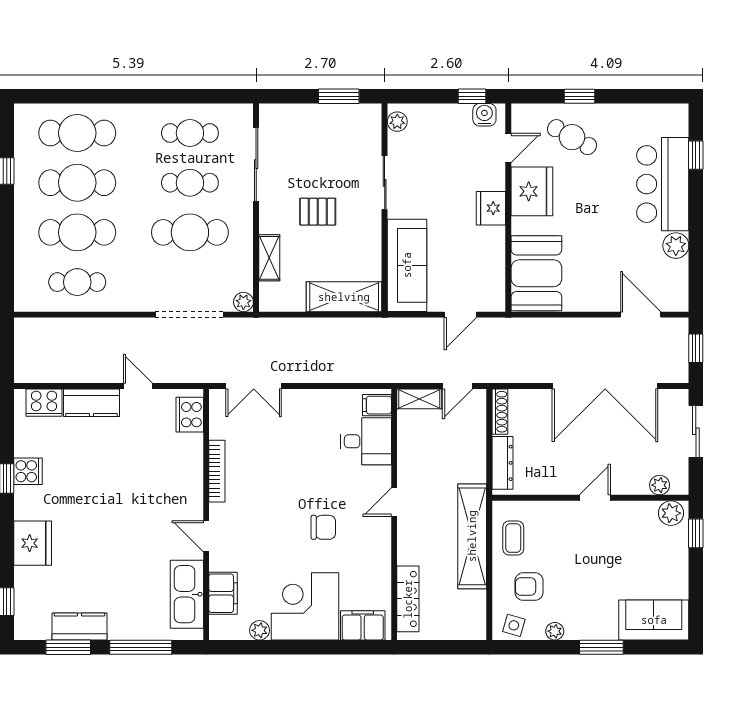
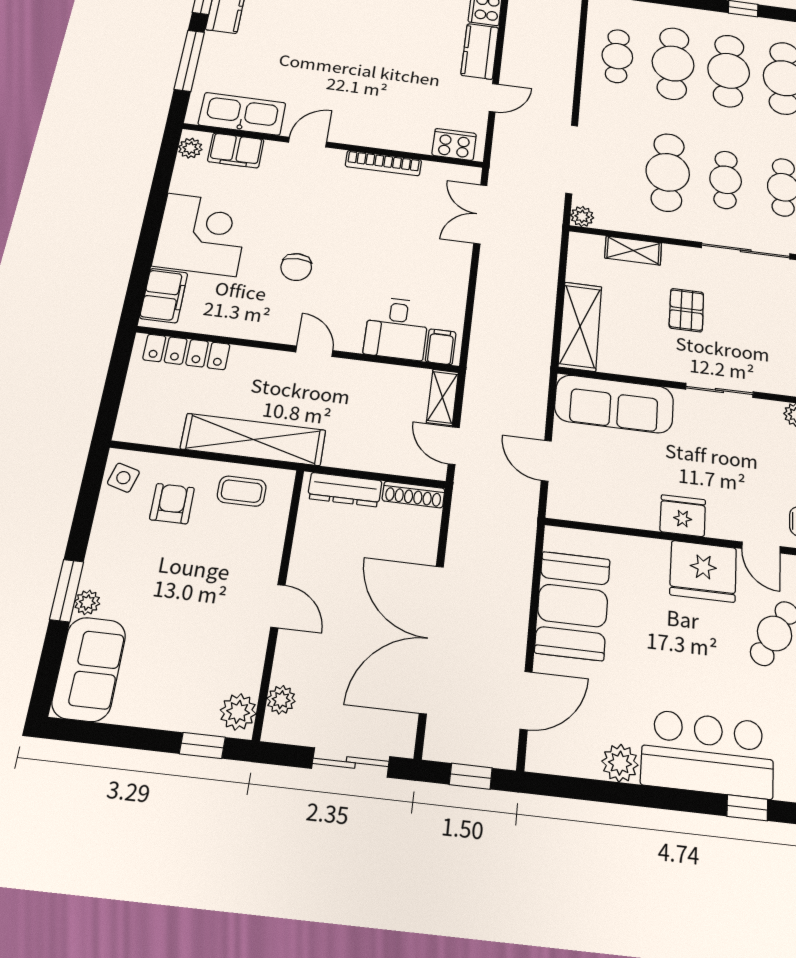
booth: (536, 273) -> (573, 606), moved, turned 90
plant: (260, 630) -> (190, 148), moved
plant: (555, 631) -> (87, 602), moved

